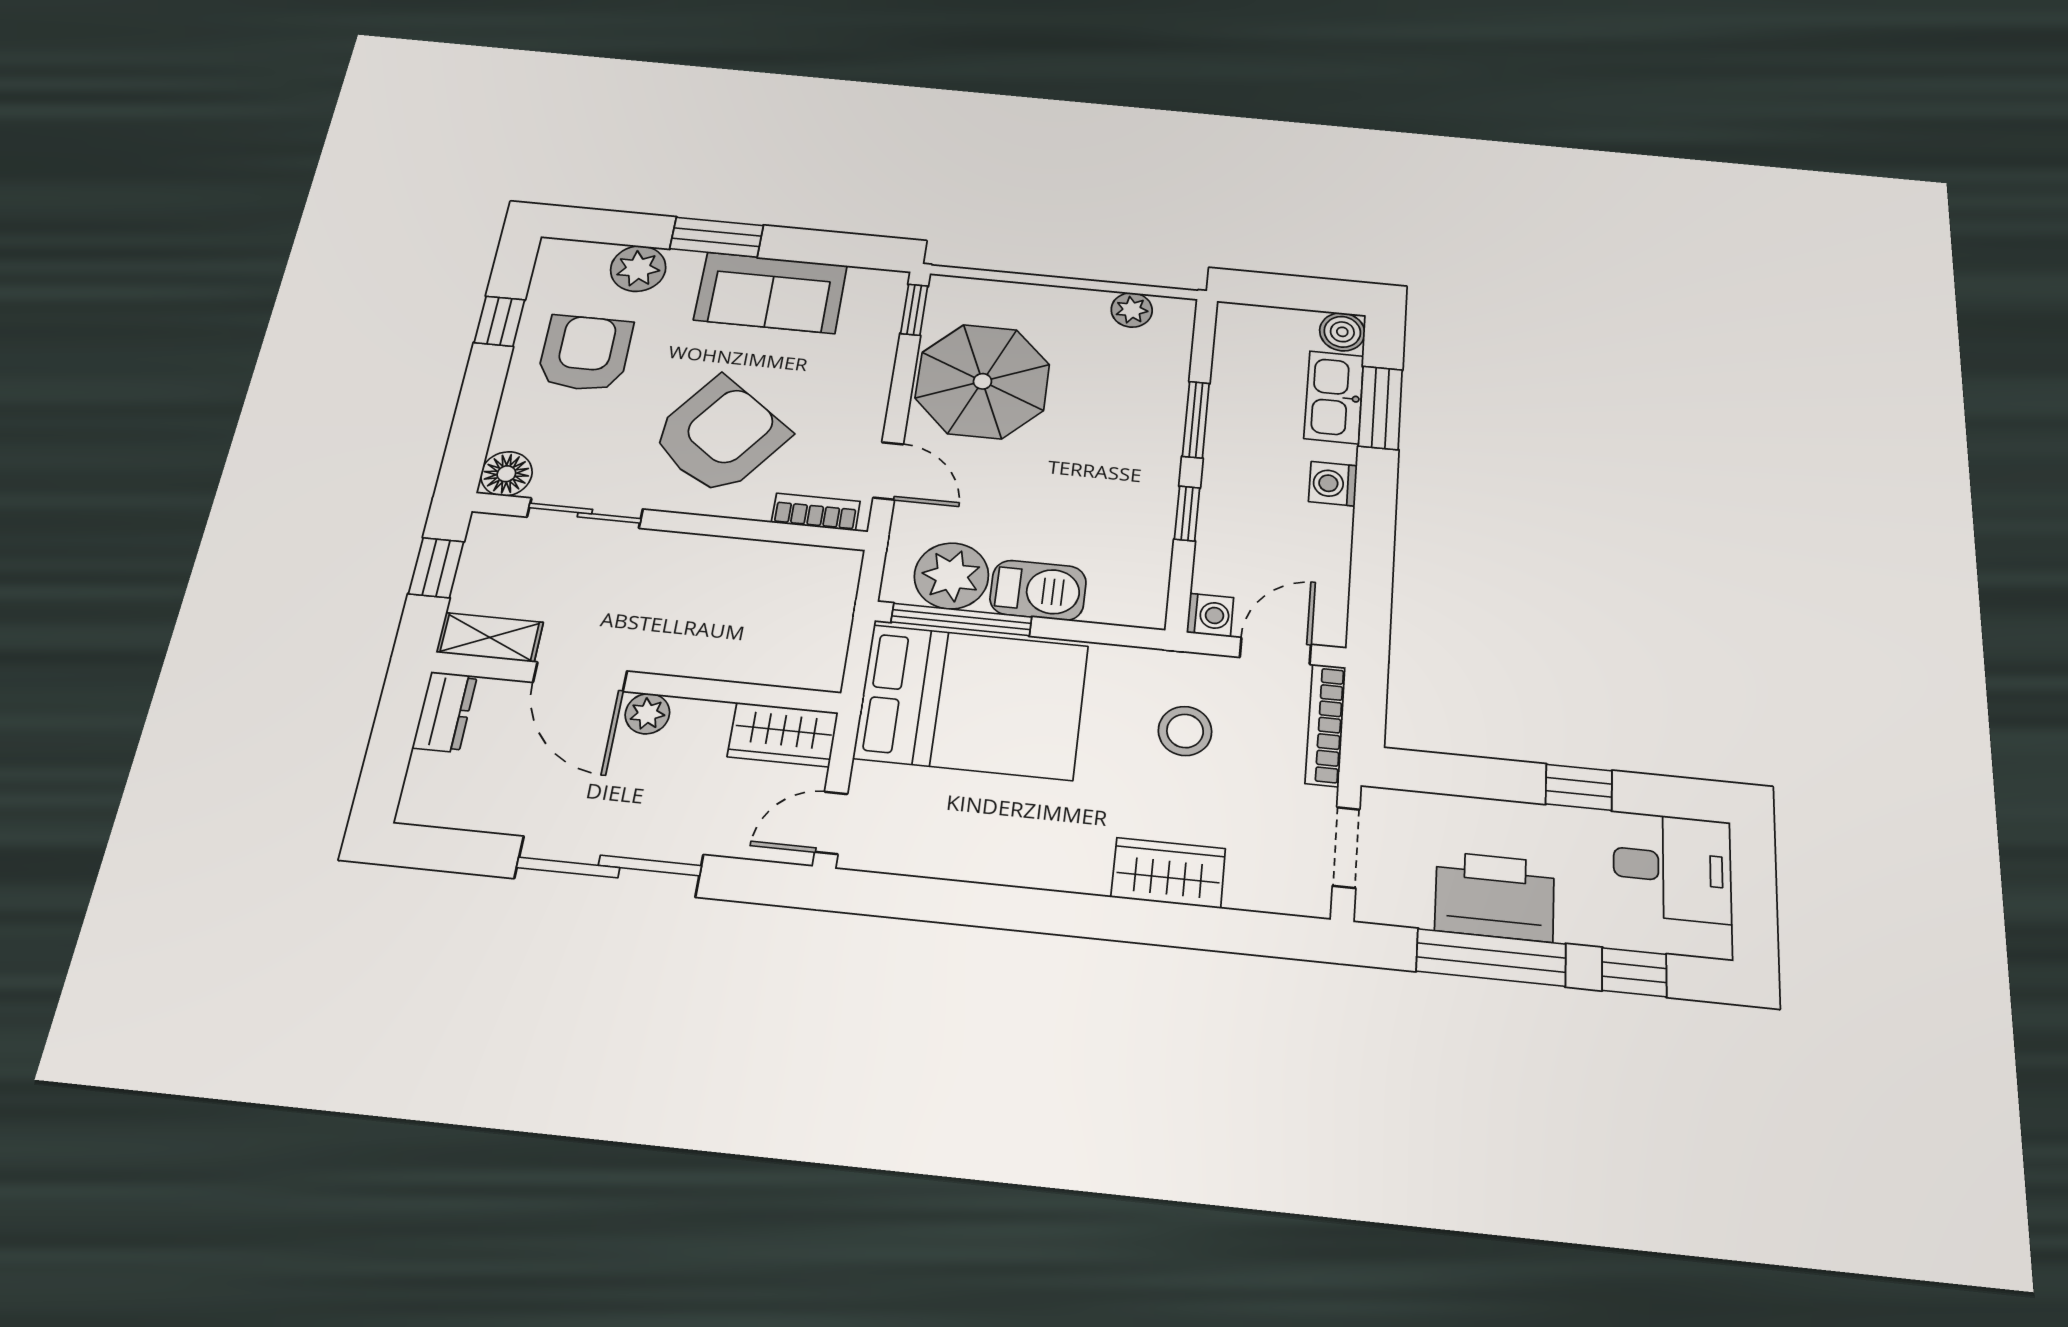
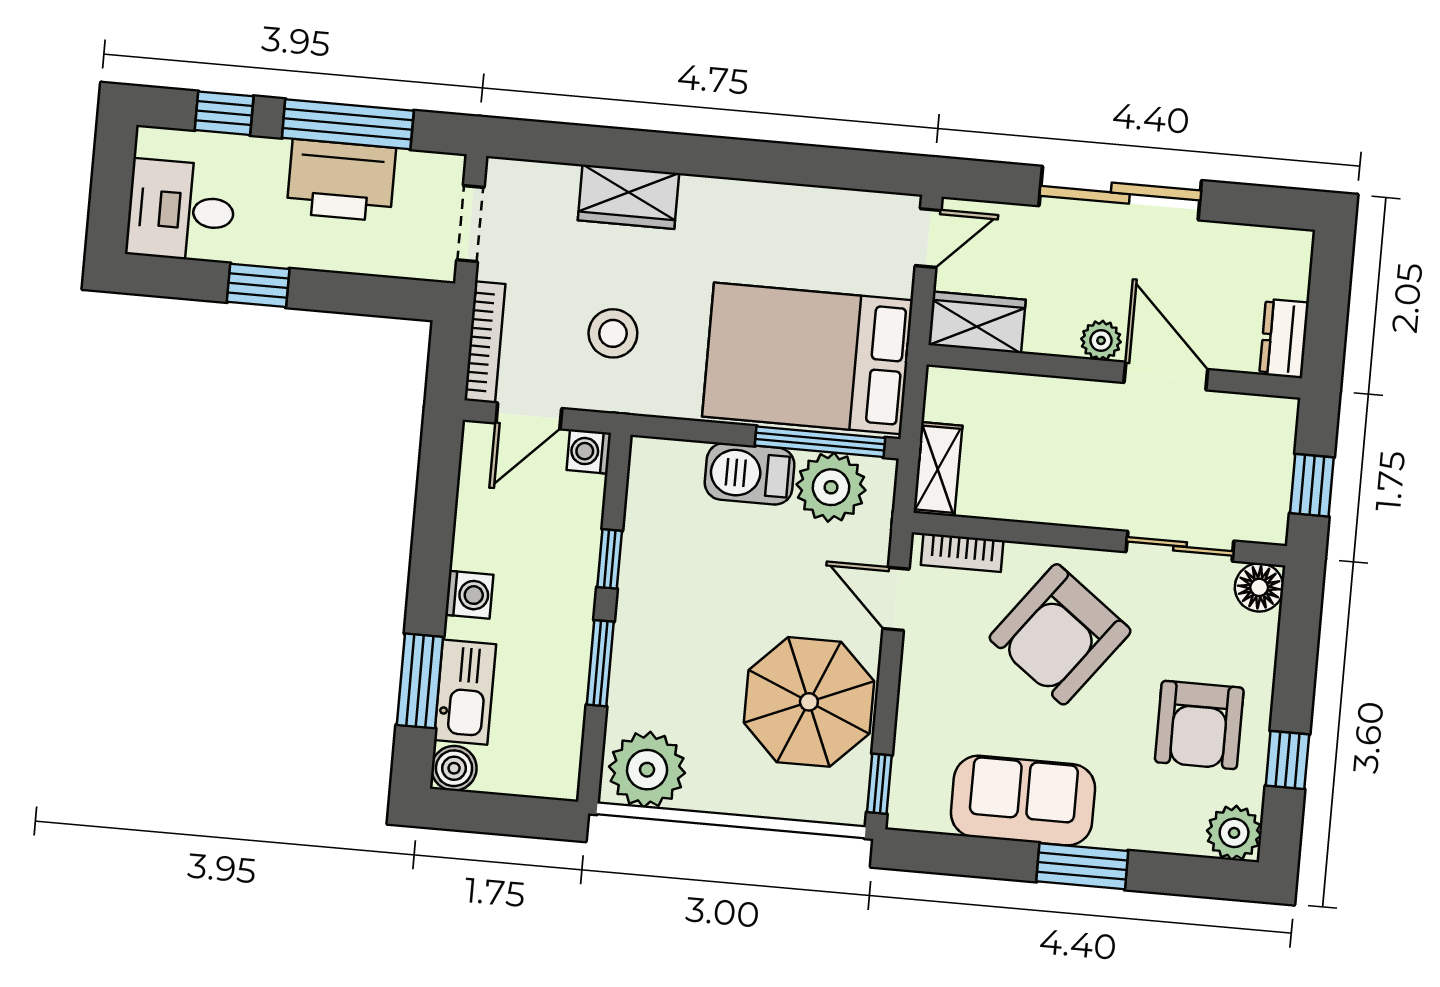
plant: (638, 269) -> (1234, 833), moved
plant: (1132, 310) -> (647, 770), width x1.88, depth x1.88
shelving: (490, 637) -> (938, 469), moved, turned 90

